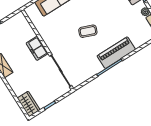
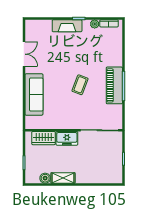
piano: (116, 53) -> (114, 85), moved
wardrobe: (29, 104) -> (44, 138), moved, turned 180

